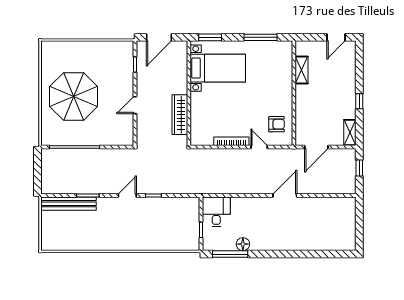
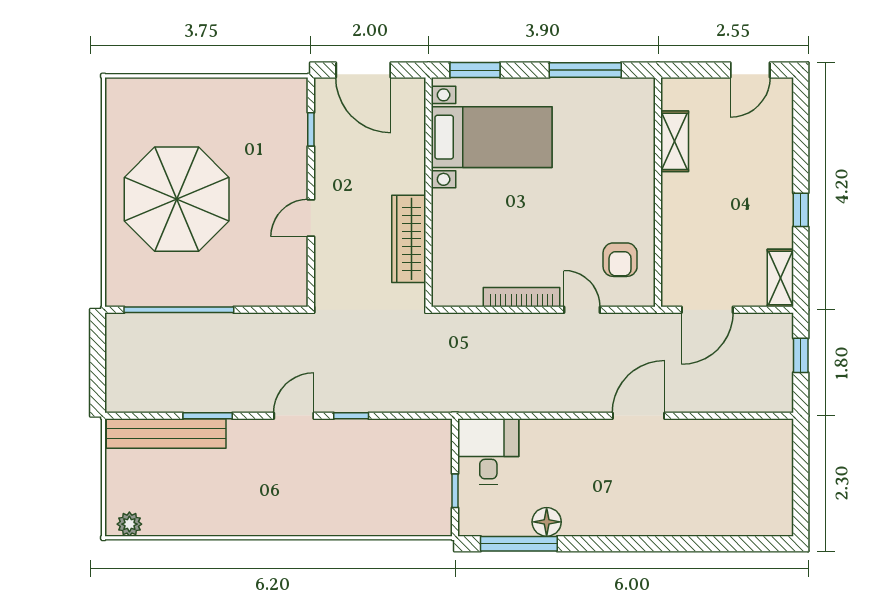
door: (159, 37) -> (363, 70), hinge flipped
armchair: (276, 124) -> (620, 260), turned 90
plant: (52, 245) -> (129, 524), added

